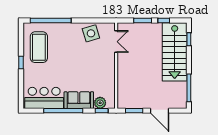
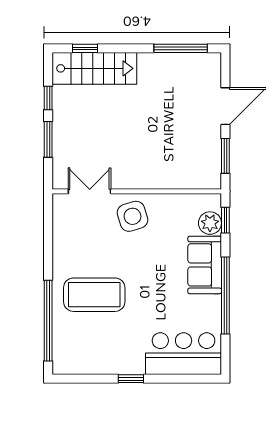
side table: (91, 33) -> (132, 216), moved
coffee table: (39, 47) -> (94, 295), moved
stairs: (175, 52) -> (94, 68), width x0.73, depth x0.66
bar counter: (44, 98) -> (184, 354), moved, turned 90

